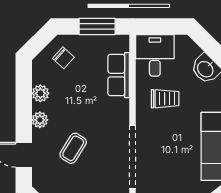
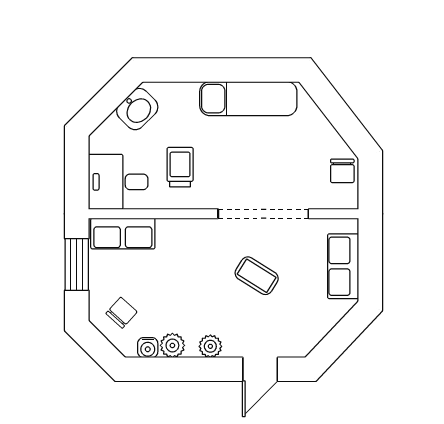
row of seats: (119, 75) -> (123, 234), moved
water cooler: (39, 76) -> (148, 348), added
coffee table: (73, 148) -> (257, 276), moved

